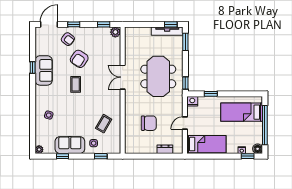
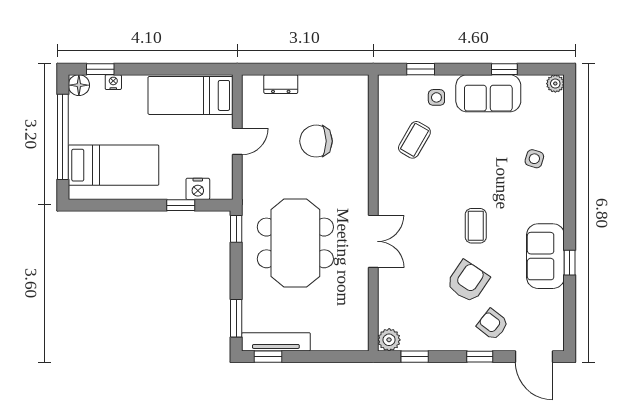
door: (49, 24) -> (534, 357), hinge flipped
nightstand: (192, 101) -> (198, 189), moved

